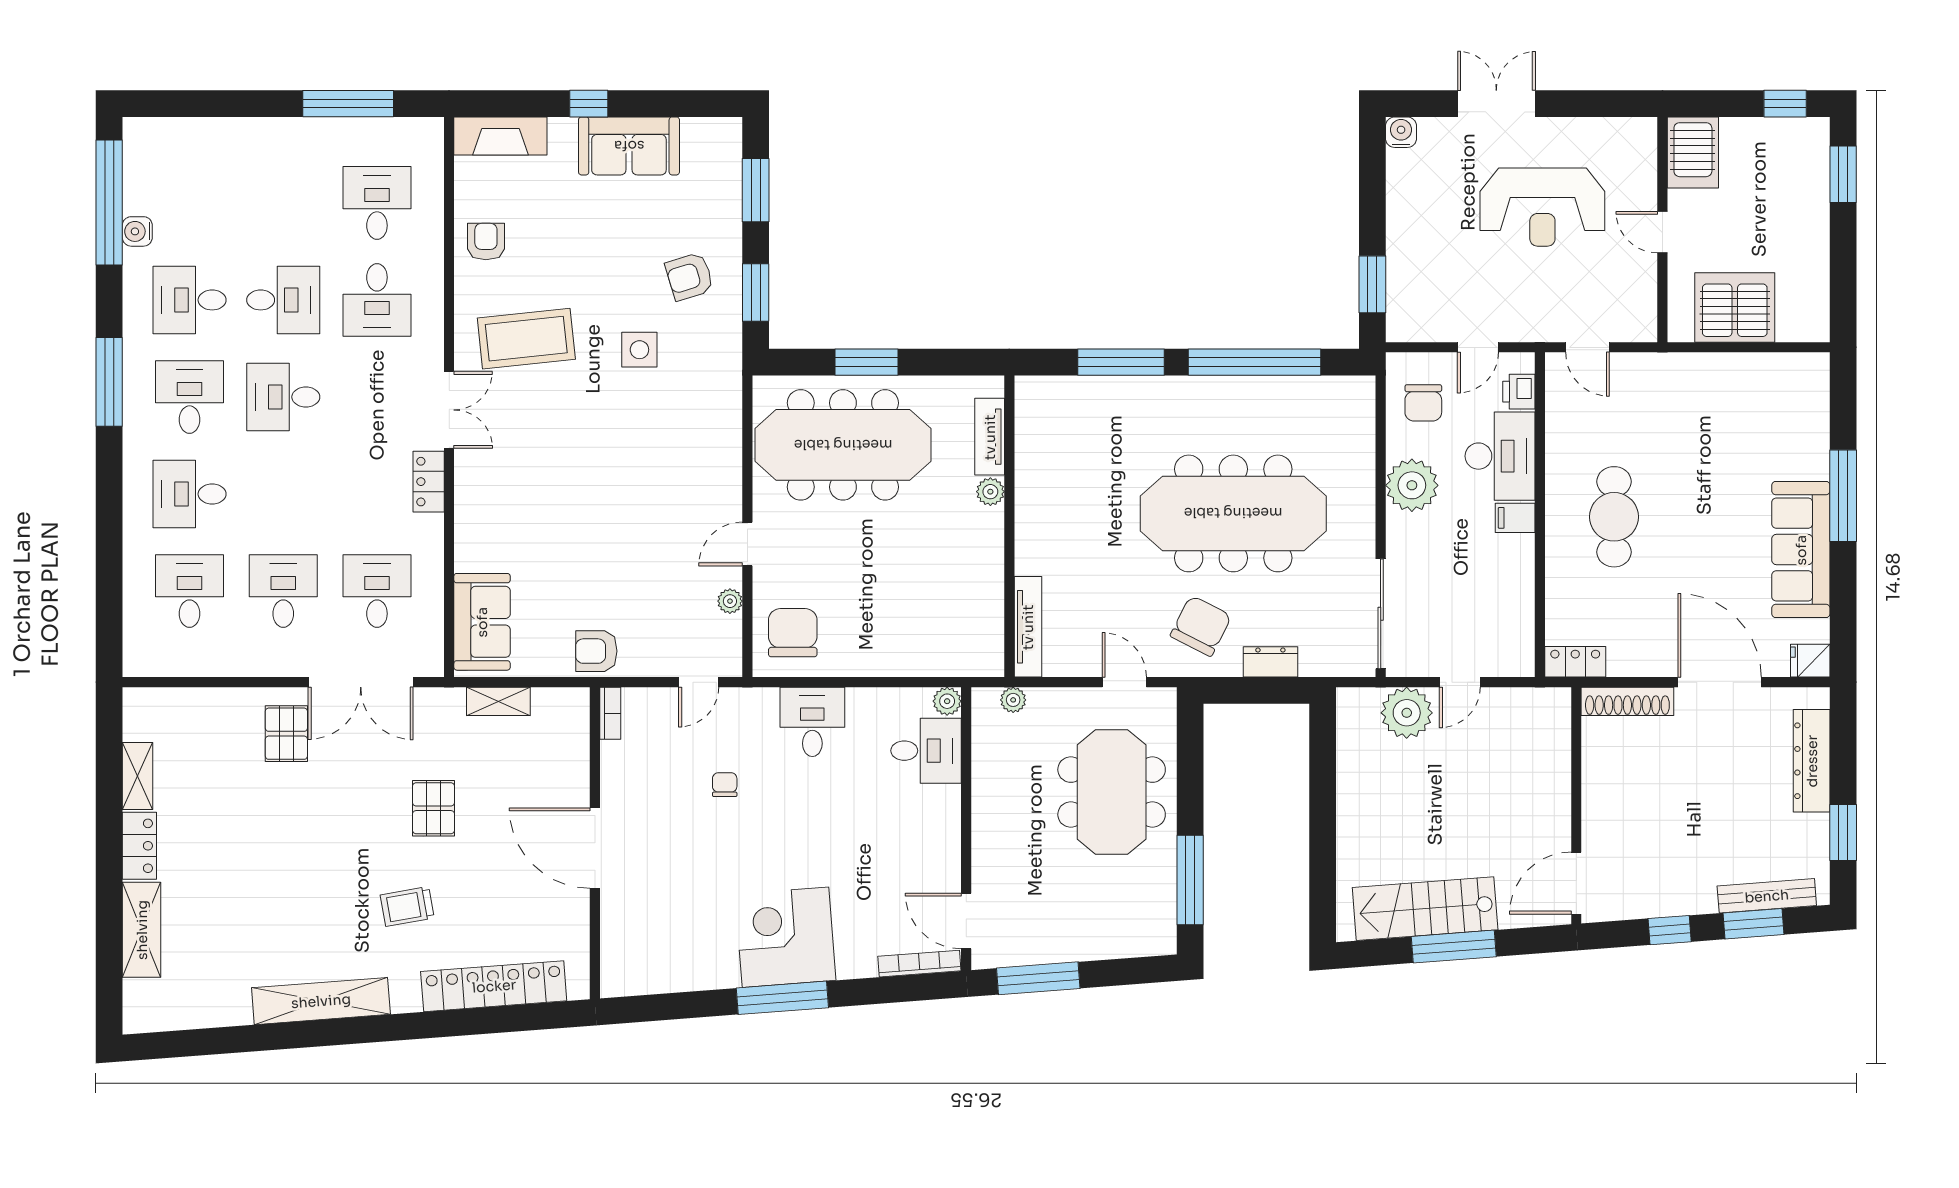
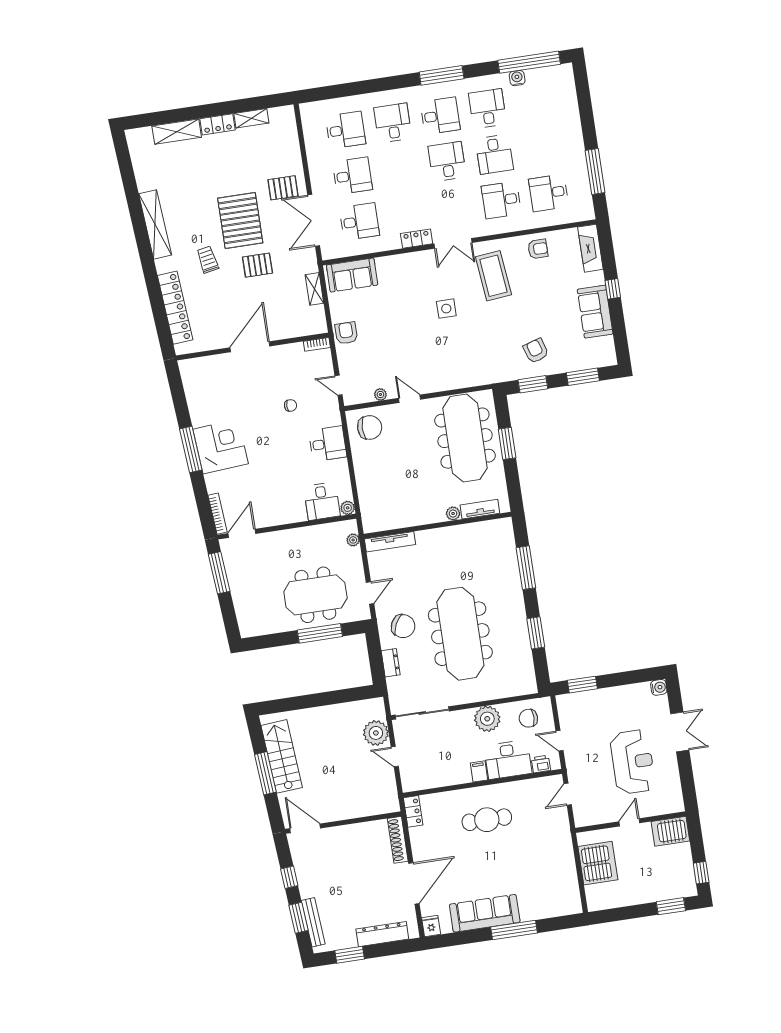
desk: (377, 203) -> (549, 193), turned 180
reception desk: (1542, 207) -> (633, 762), turned 180
side table: (639, 350) -> (446, 309), moved
window: (1255, 362) -> (536, 633), width x0.47
pallet: (339, 829) -> (240, 221), added
window: (1190, 880) -> (320, 633), moved

